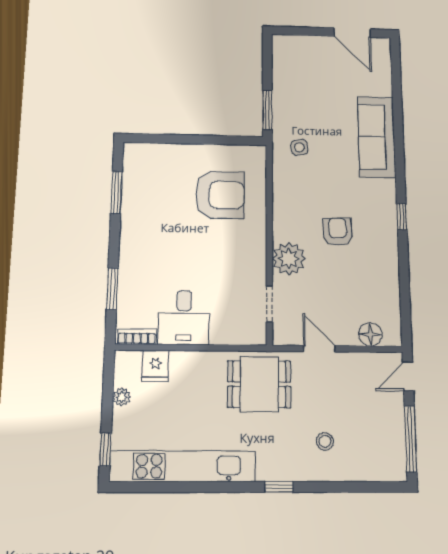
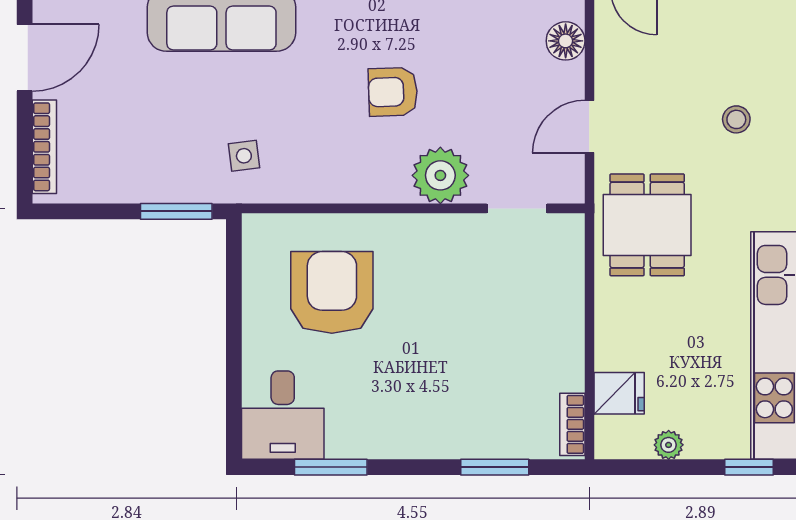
bookcase: (303, 41) -> (44, 147), added
desk: (184, 317) -> (283, 415), moved, turned 90

